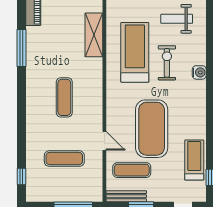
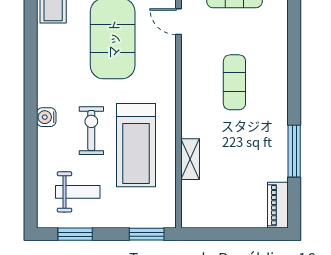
shelving: (94, 35) -> (190, 159), width x0.67, depth x0.75
exercise bike: (167, 63) -> (91, 131), turned 180

